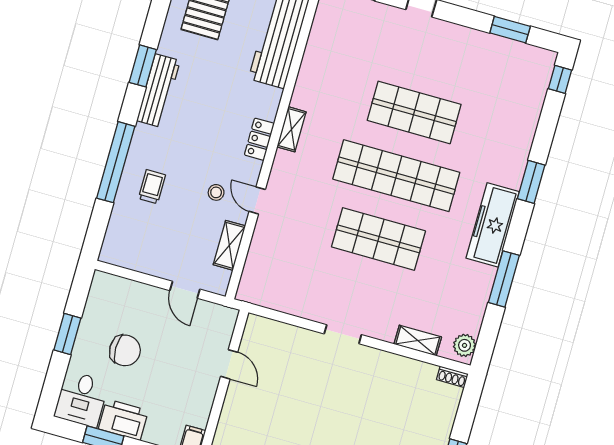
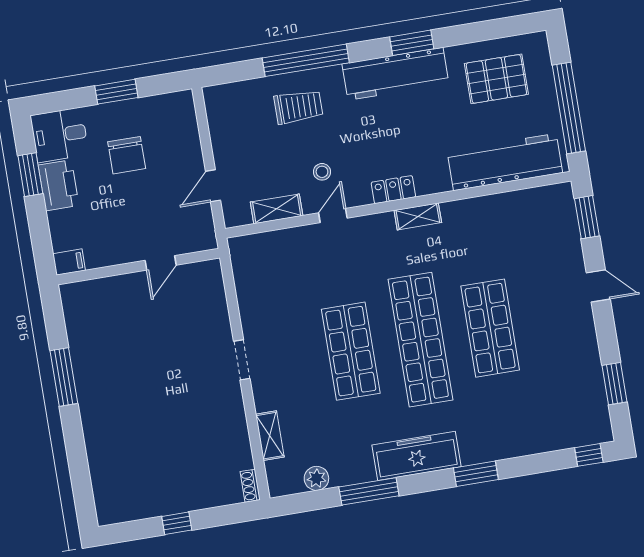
workbench: (158, 91) -> (395, 74), width x1.36, depth x1.32
trolley: (152, 187) -> (298, 107), width x1.36, depth x1.39
plant: (465, 345) -> (316, 478), moved

